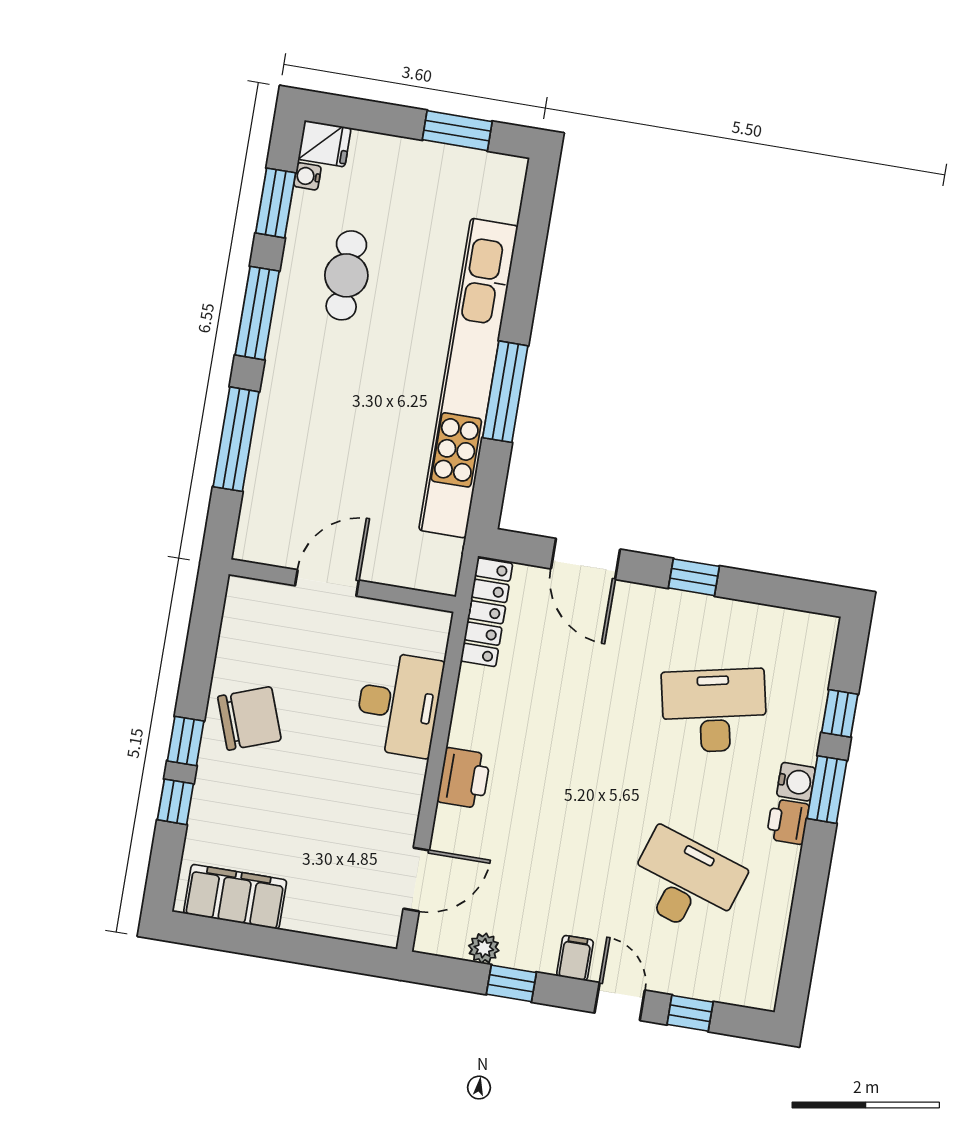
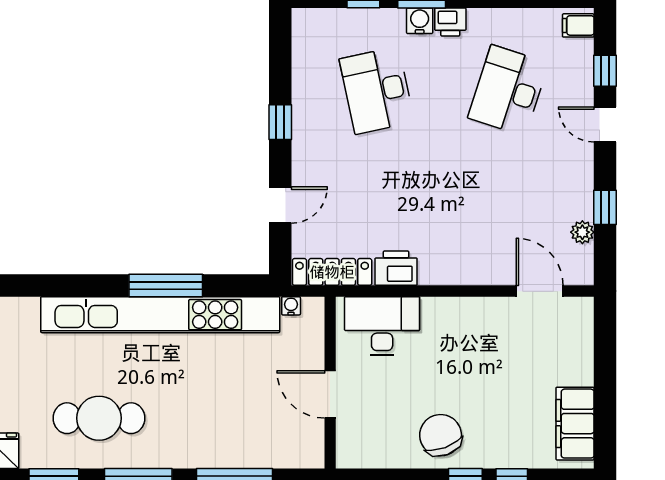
water cooler: (307, 176) -> (291, 306), moved, turned 180
cafe table: (346, 275) -> (99, 418), width x1.37, depth x1.35
door: (586, 559) -> (280, 205), width x0.73
desk: (399, 704) -> (382, 326), moved
printer: (464, 778) -> (396, 268), moved
filing cabinet: (575, 958) -> (578, 25), moved
door: (620, 1001) -> (605, 125), hinge flipped

